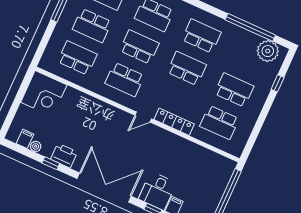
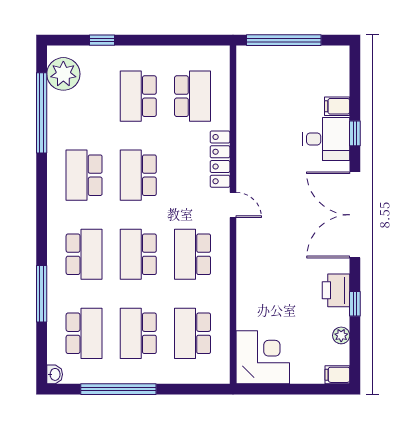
school desk: (92, 25) -> (138, 333), turned 180
school desk: (125, 79) -> (193, 254), turned 180
filing cabinet: (25, 139) -> (337, 375), moved

